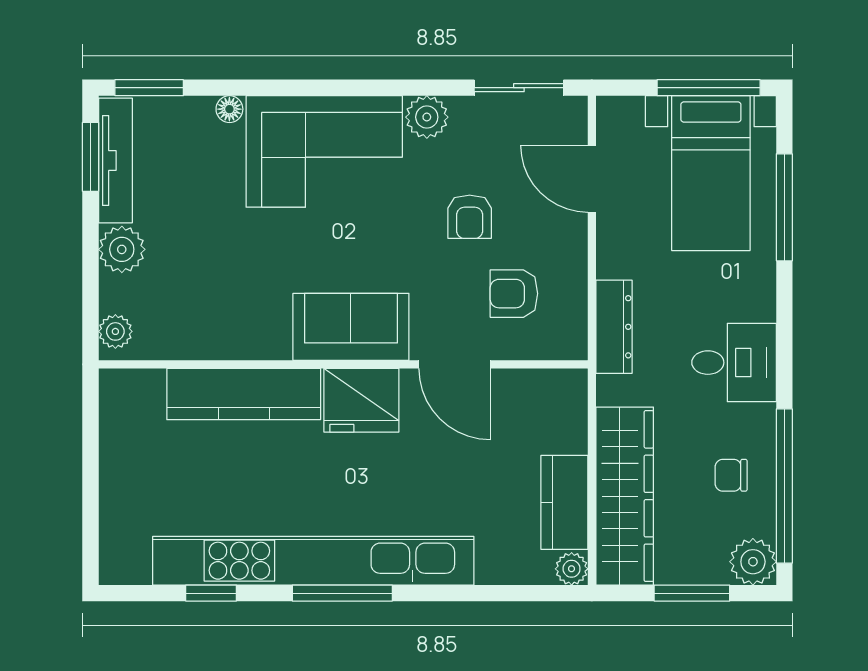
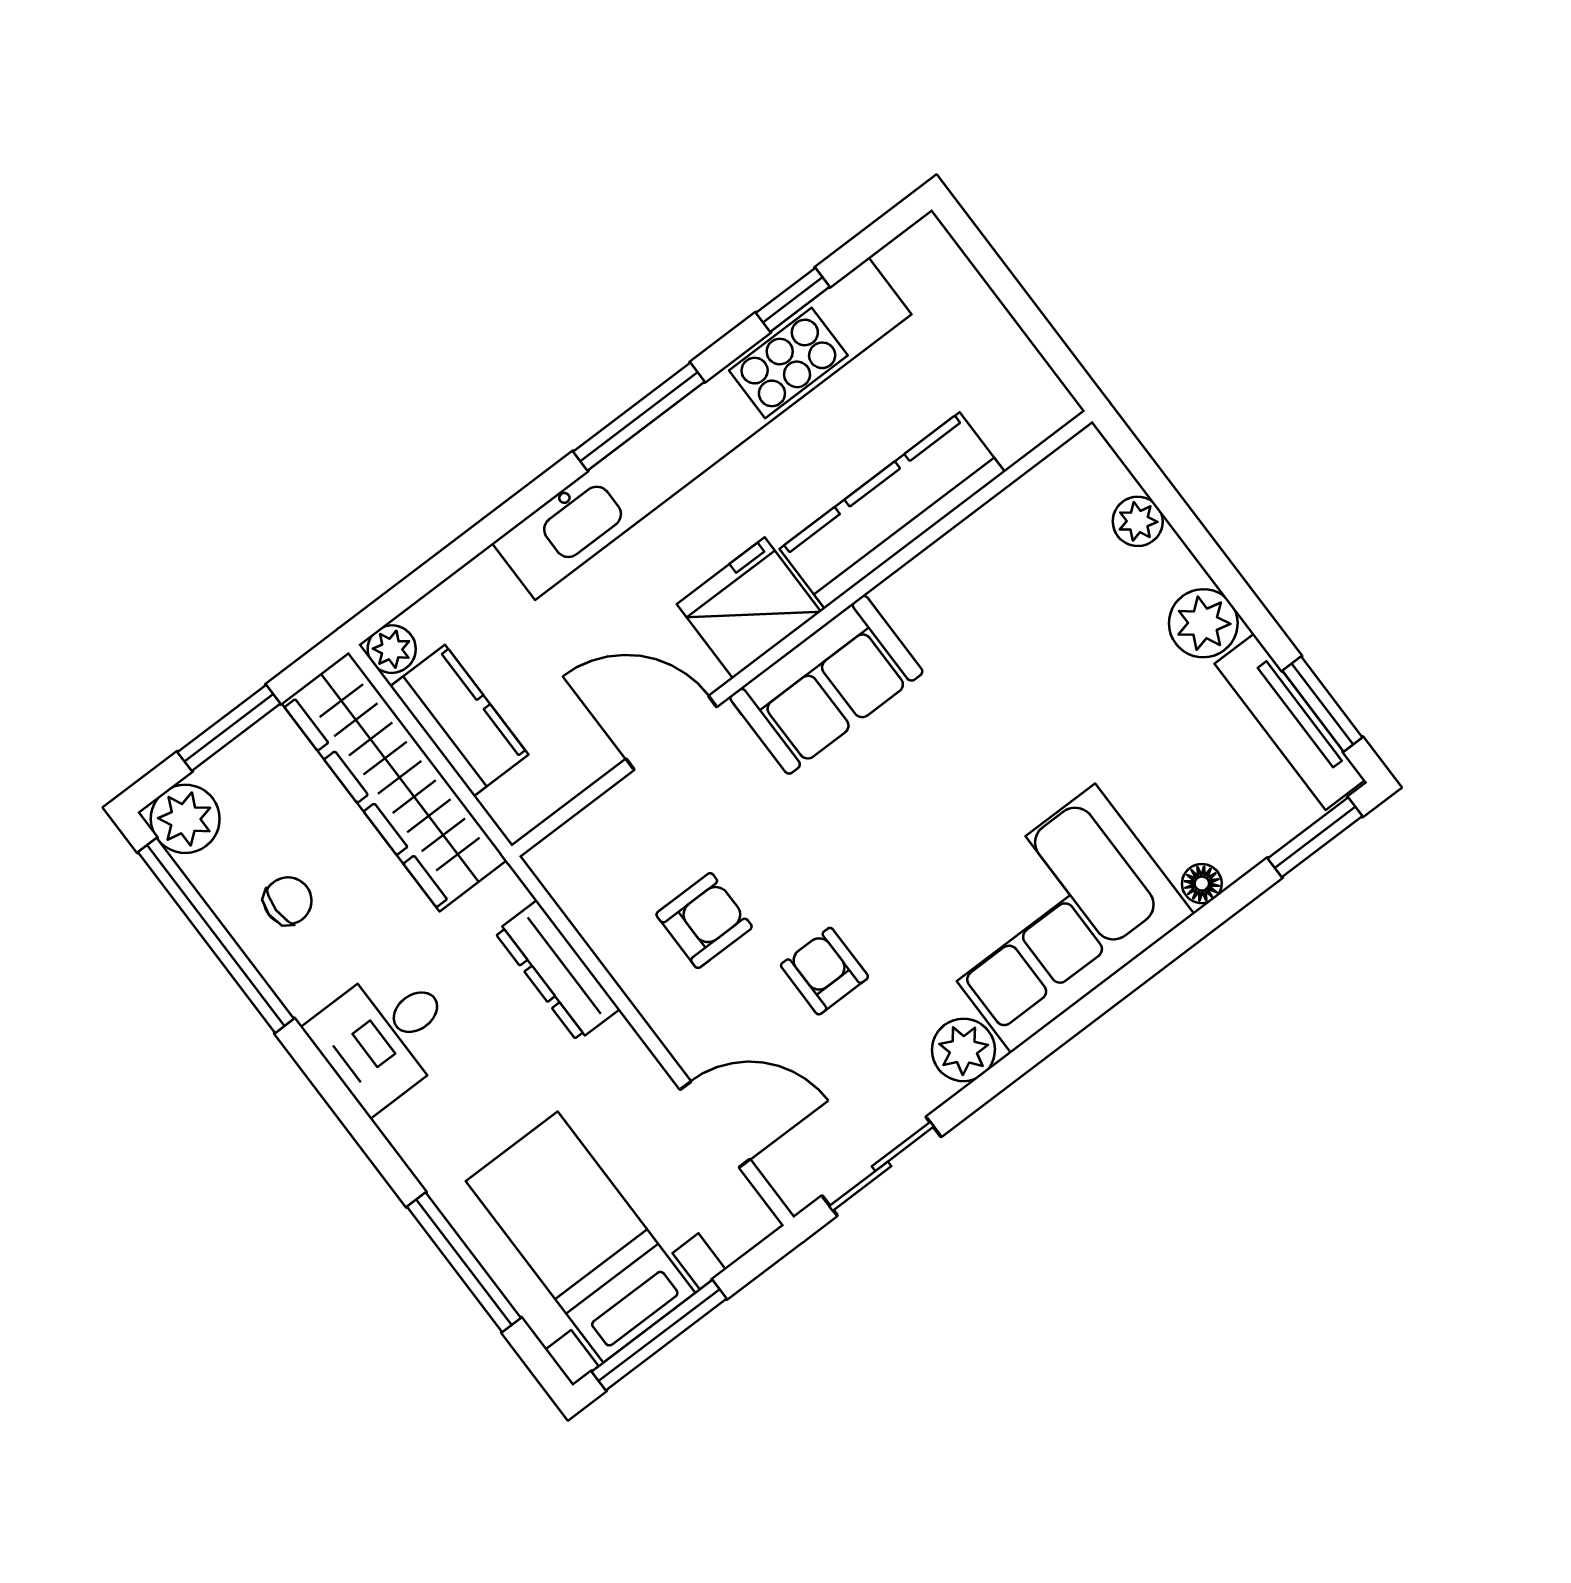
sofa: (351, 327) -> (826, 685), moved
wall: (343, 364) -> (802, 634), moved
door: (455, 364) -> (671, 733), moved
kitchen counter: (244, 394) -> (892, 510), moved
fridge: (361, 400) -> (749, 608), moved

